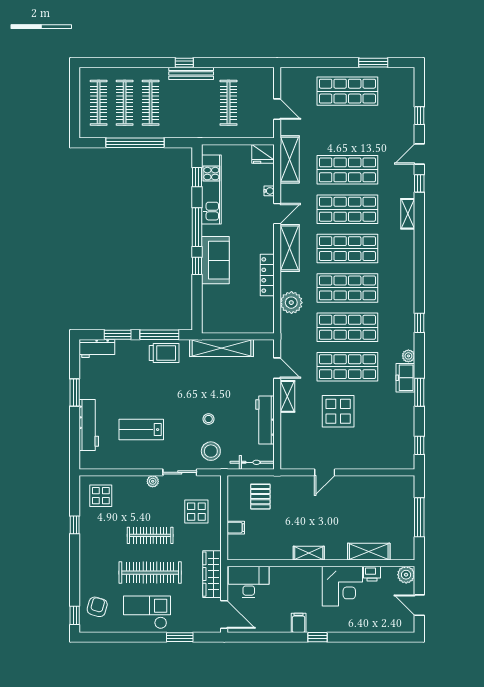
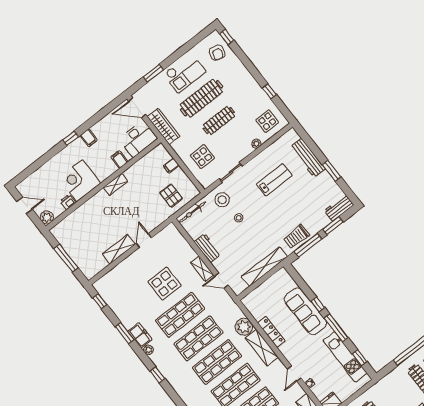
shelving: (290, 248) -> (262, 348), moved
sofa: (215, 260) -> (305, 311), width x1.36
workbench: (265, 420) -> (207, 248), width x0.73
plant: (153, 481) -> (256, 144), moved
shelving: (369, 552) -> (119, 249), moved
filing cabinet: (284, 576) -> (119, 160), added

